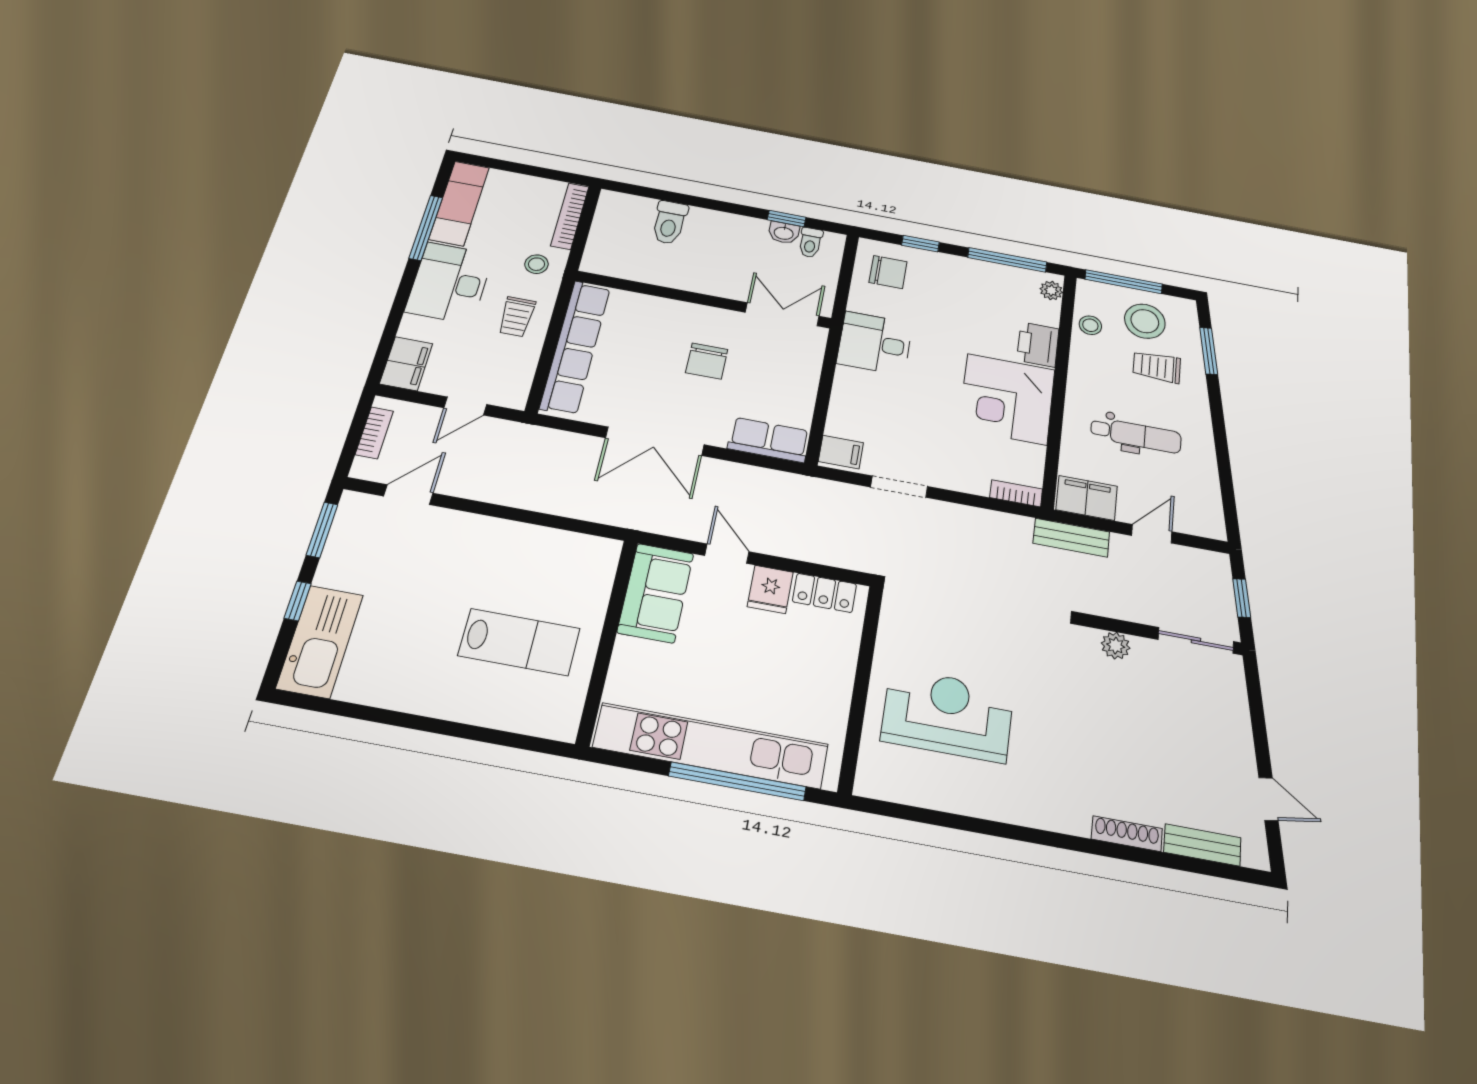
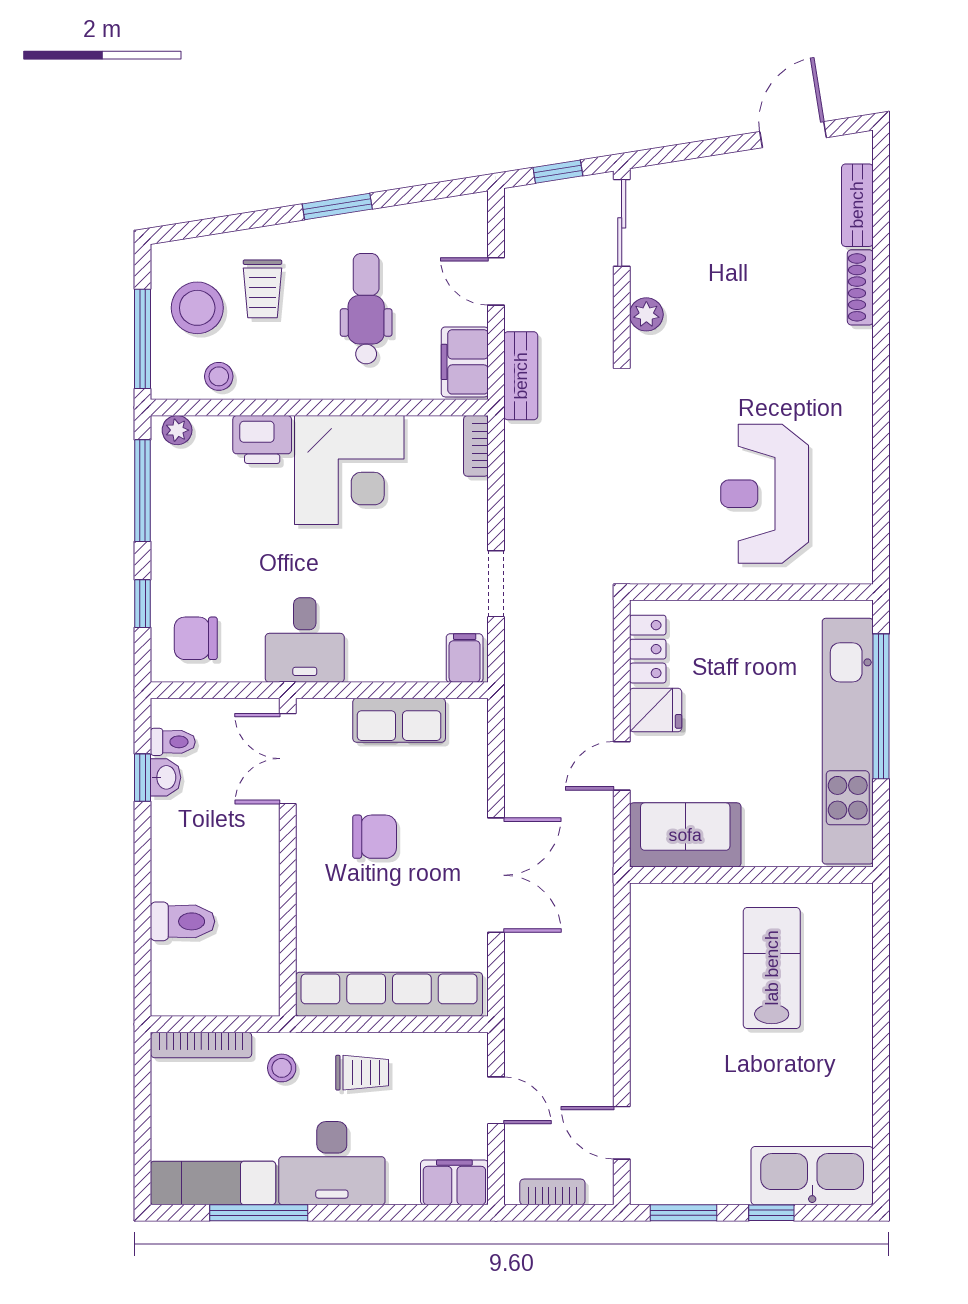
chair: (888, 272) -> (196, 638), turned -90
window: (1209, 351) -> (337, 207), moved
row of seats: (769, 440) -> (399, 720), moved, turned -90
door: (1268, 799) -> (793, 135), width x1.38

